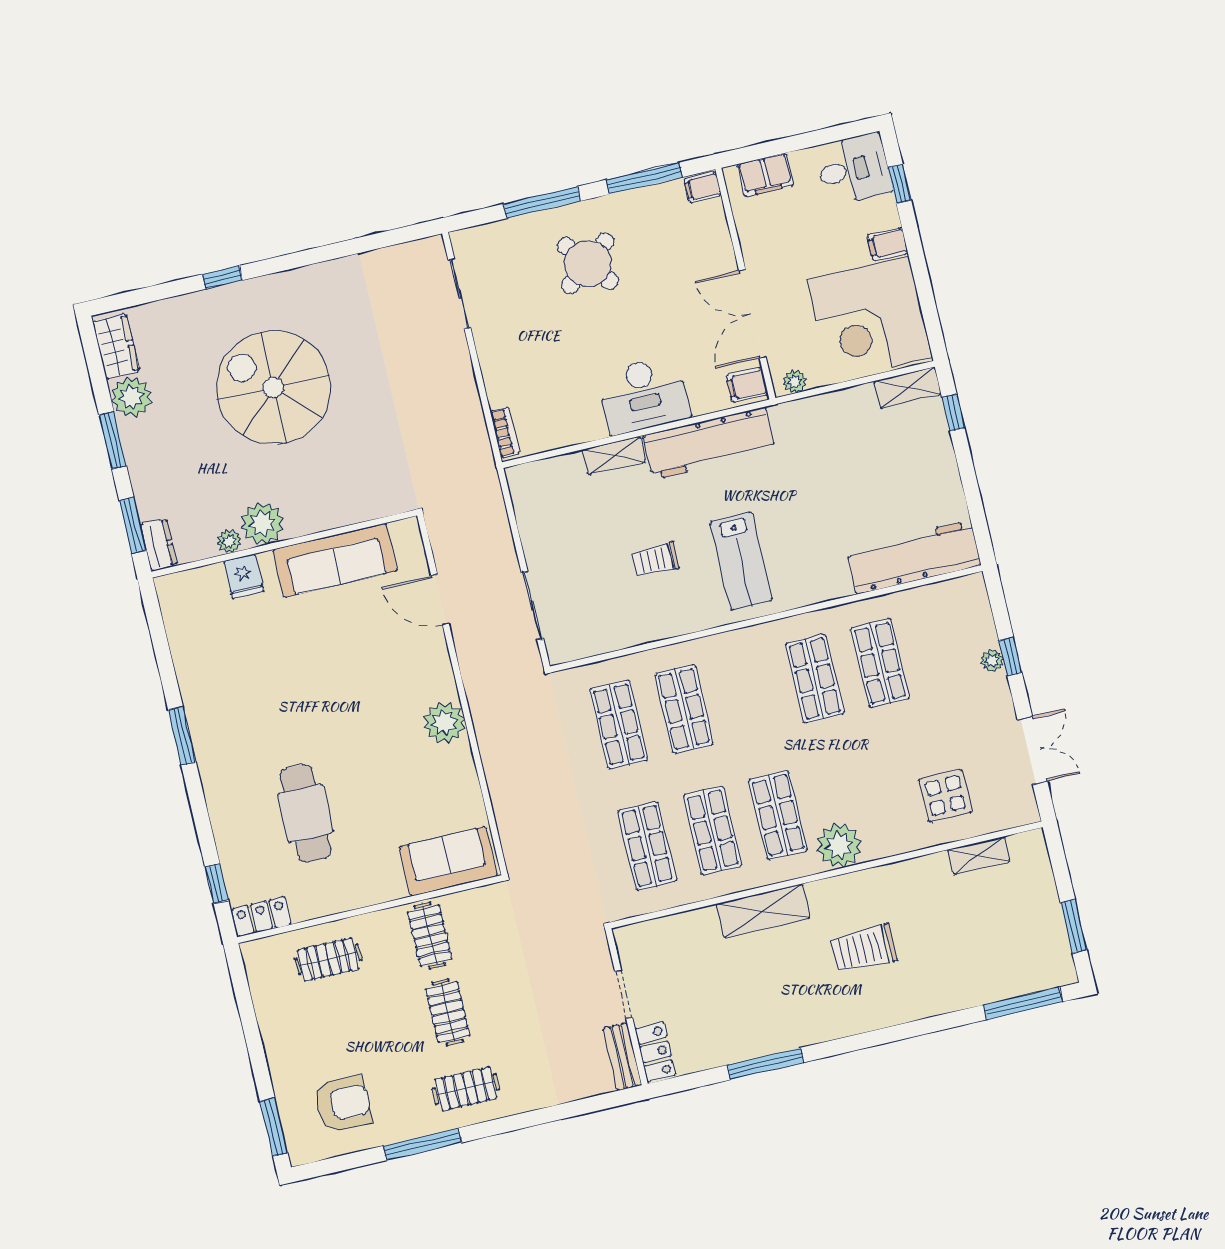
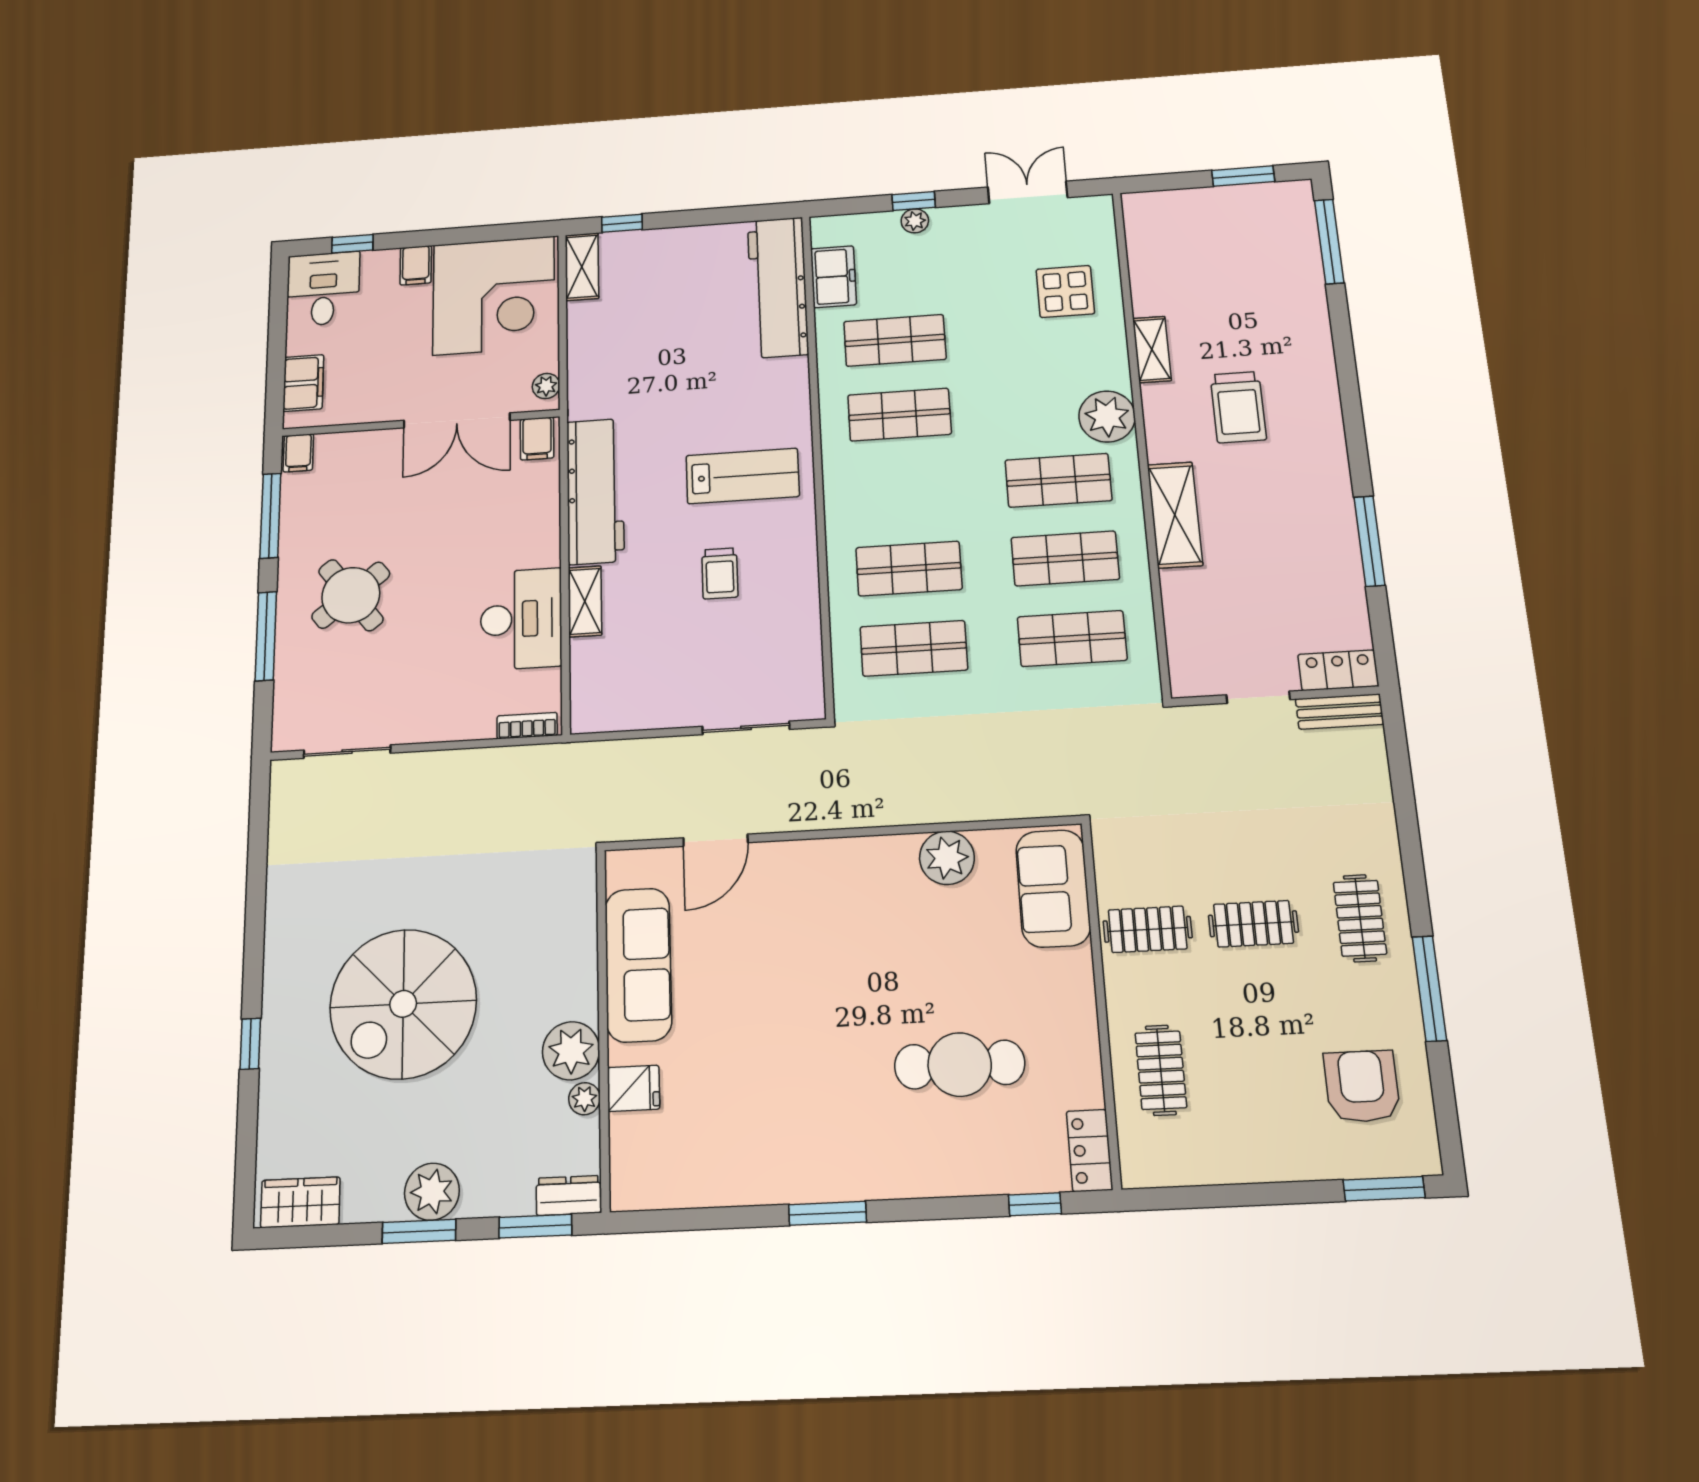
desk: (644, 395) -> (521, 619), moved
plant: (131, 397) -> (432, 1192), moved
freezer: (930, 602) -> (833, 277), added
plant: (444, 723) -> (947, 858), moved
shelving: (979, 856) -> (1152, 349), moved

